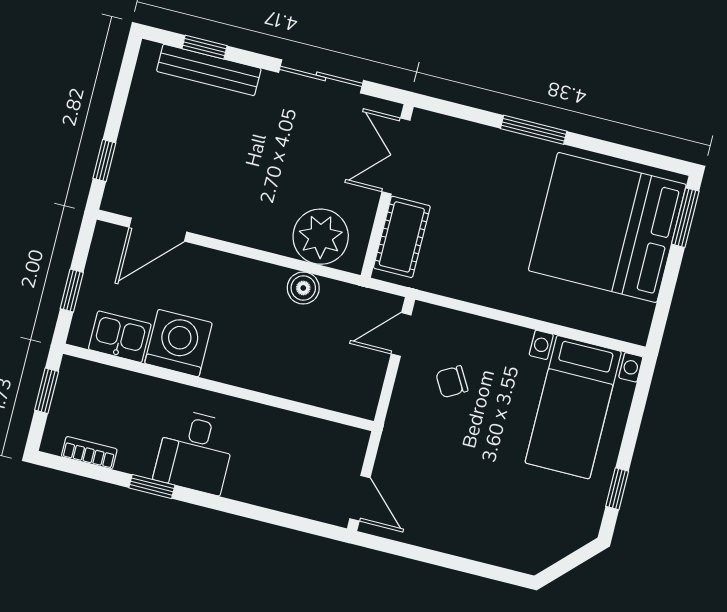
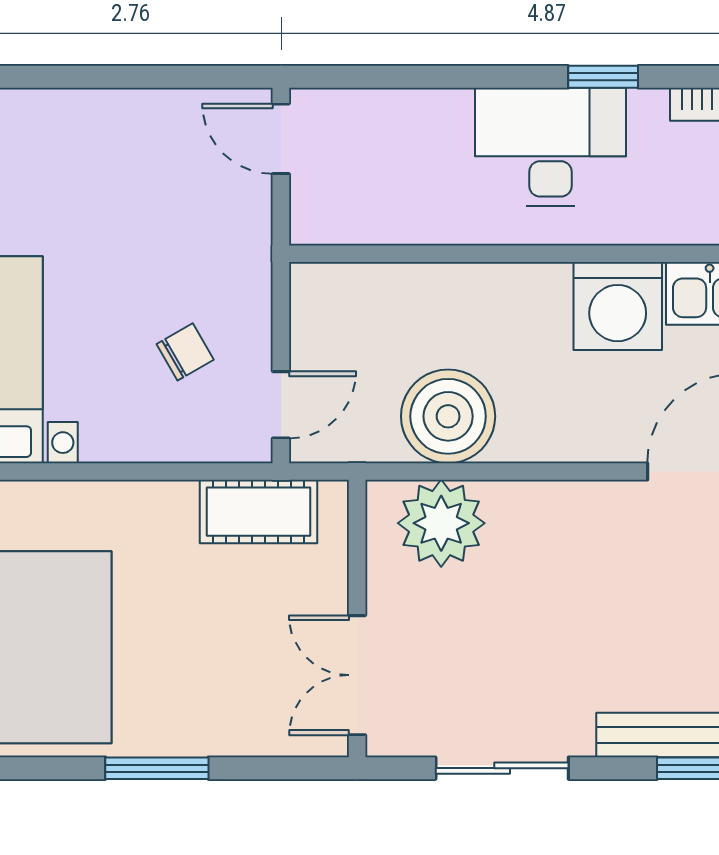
double door: (396, 156) -> (357, 675), swing flipped
cot: (402, 237) -> (259, 512), moved, turned 90
boiler: (303, 288) -> (448, 416), width x1.86, depth x1.86
desk: (195, 452) -> (550, 147), width x1.37

